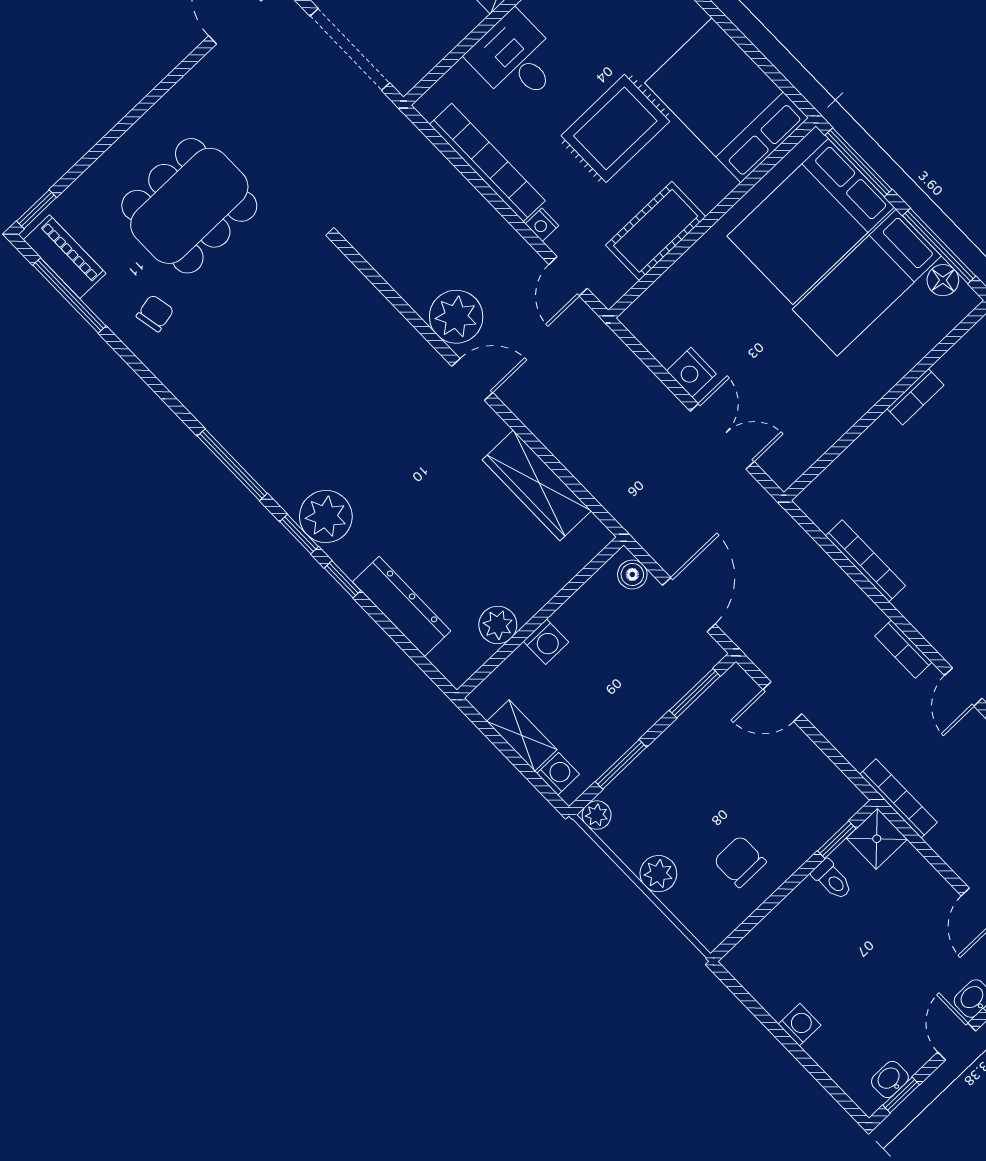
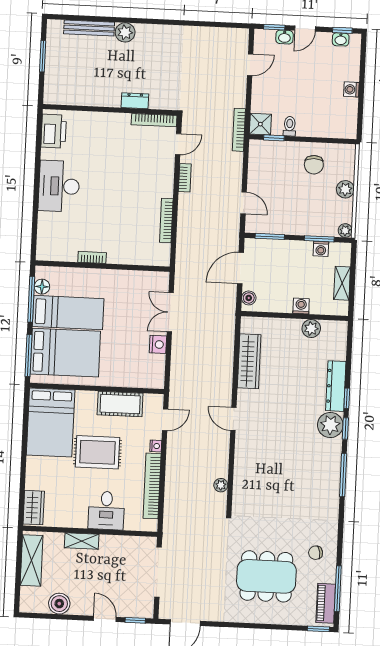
plant: (456, 317) -> (221, 485), moved, width x0.53, depth x0.53
dresser: (402, 606) -> (336, 386), moved
washing machine: (558, 774) -> (321, 249), moved, turned -90

